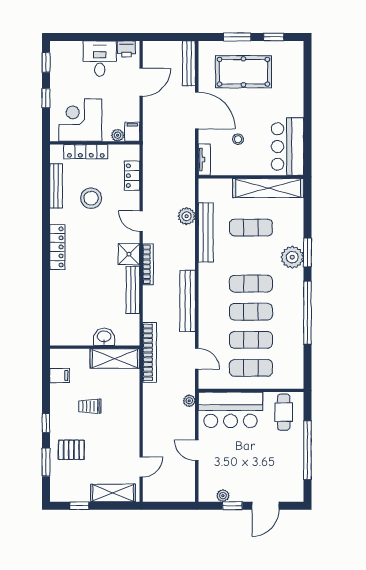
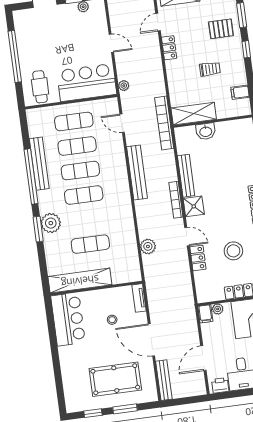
locker: (132, 176) -> (198, 258), moved
bench: (206, 232) -> (39, 164), moved
locker: (133, 436) -> (169, 48), added

